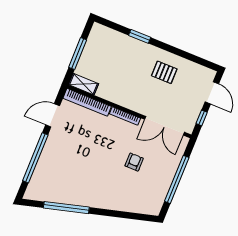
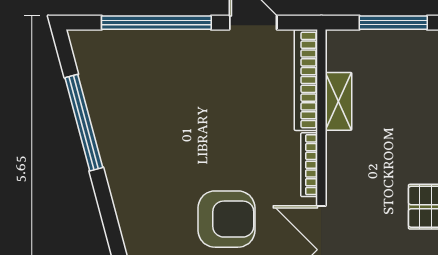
shelving: (84, 84) -> (339, 101), moved
armchair: (134, 162) -> (226, 219), width x1.88, depth x1.88

